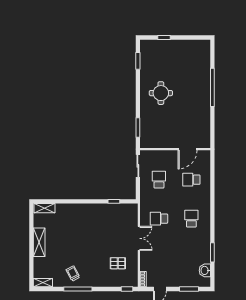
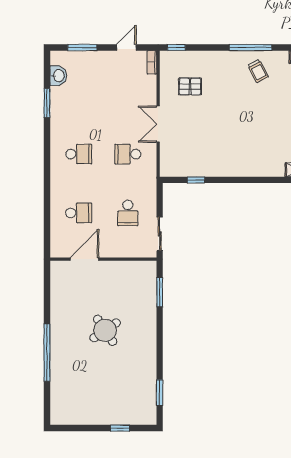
round table: (161, 93) -> (105, 330), moved, turned -34
school desk: (159, 219) -> (128, 154), turned 180
school desk: (191, 219) -> (79, 154), turned -90

